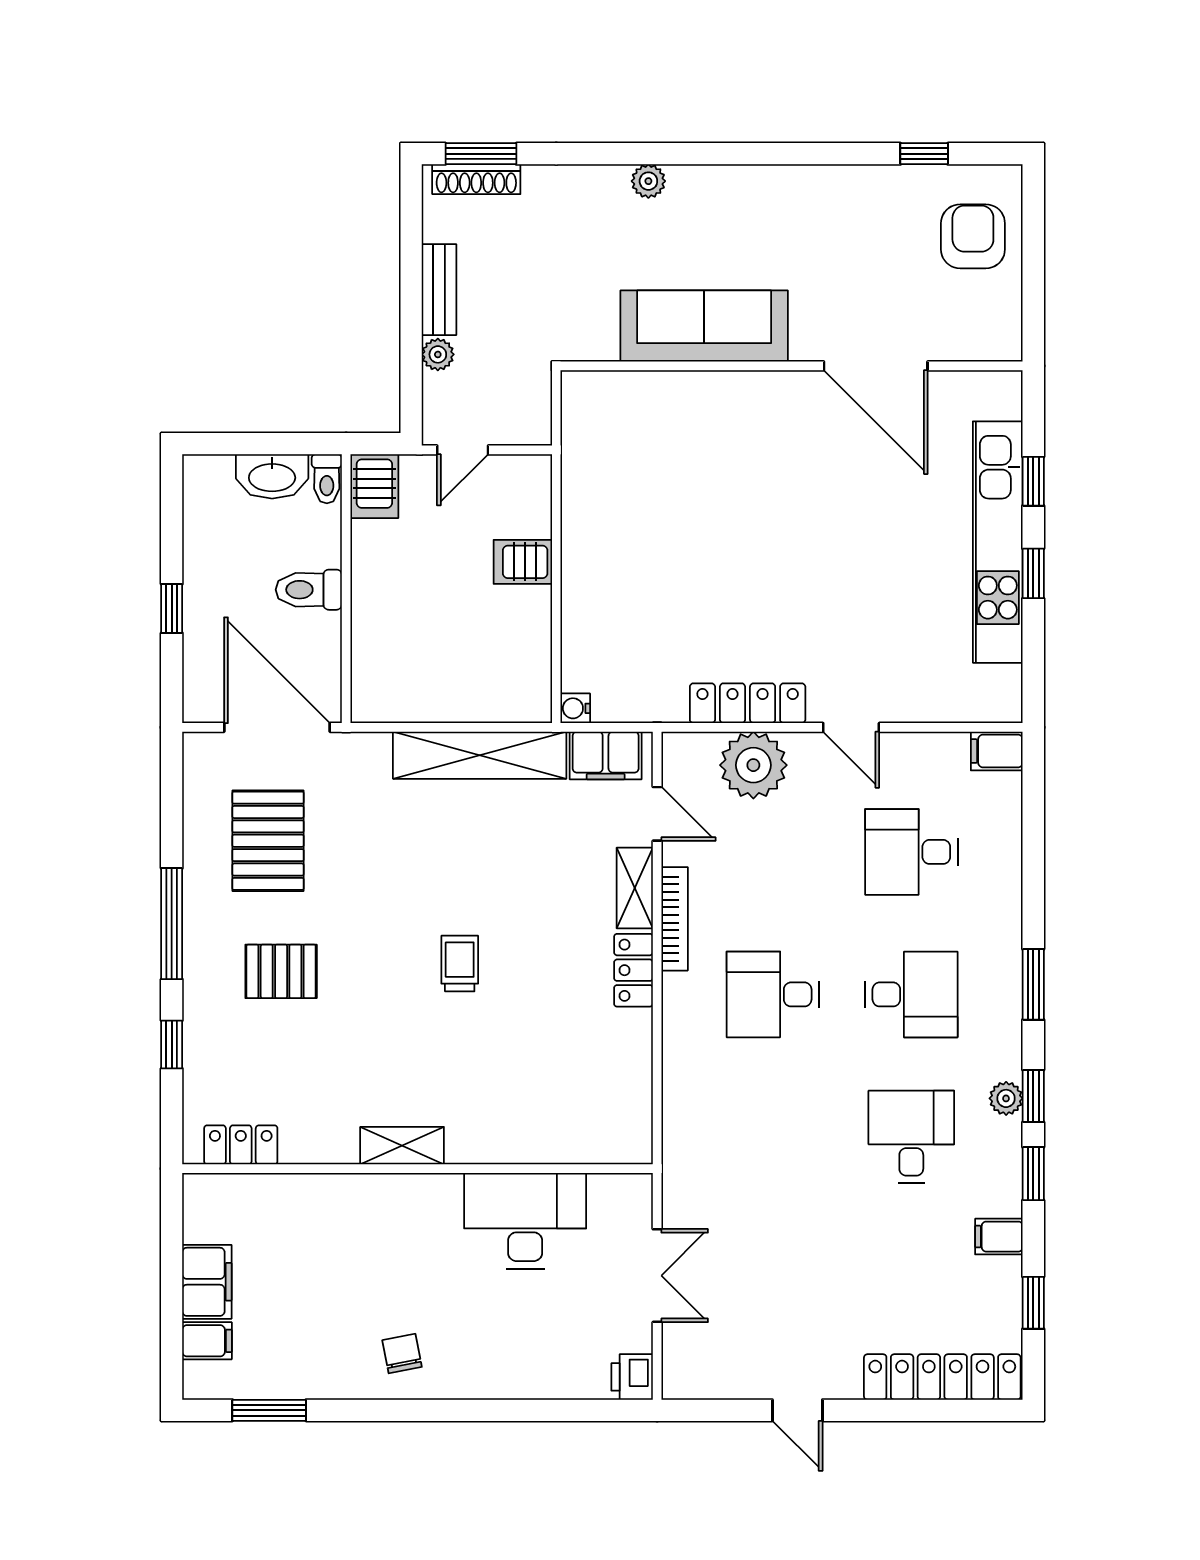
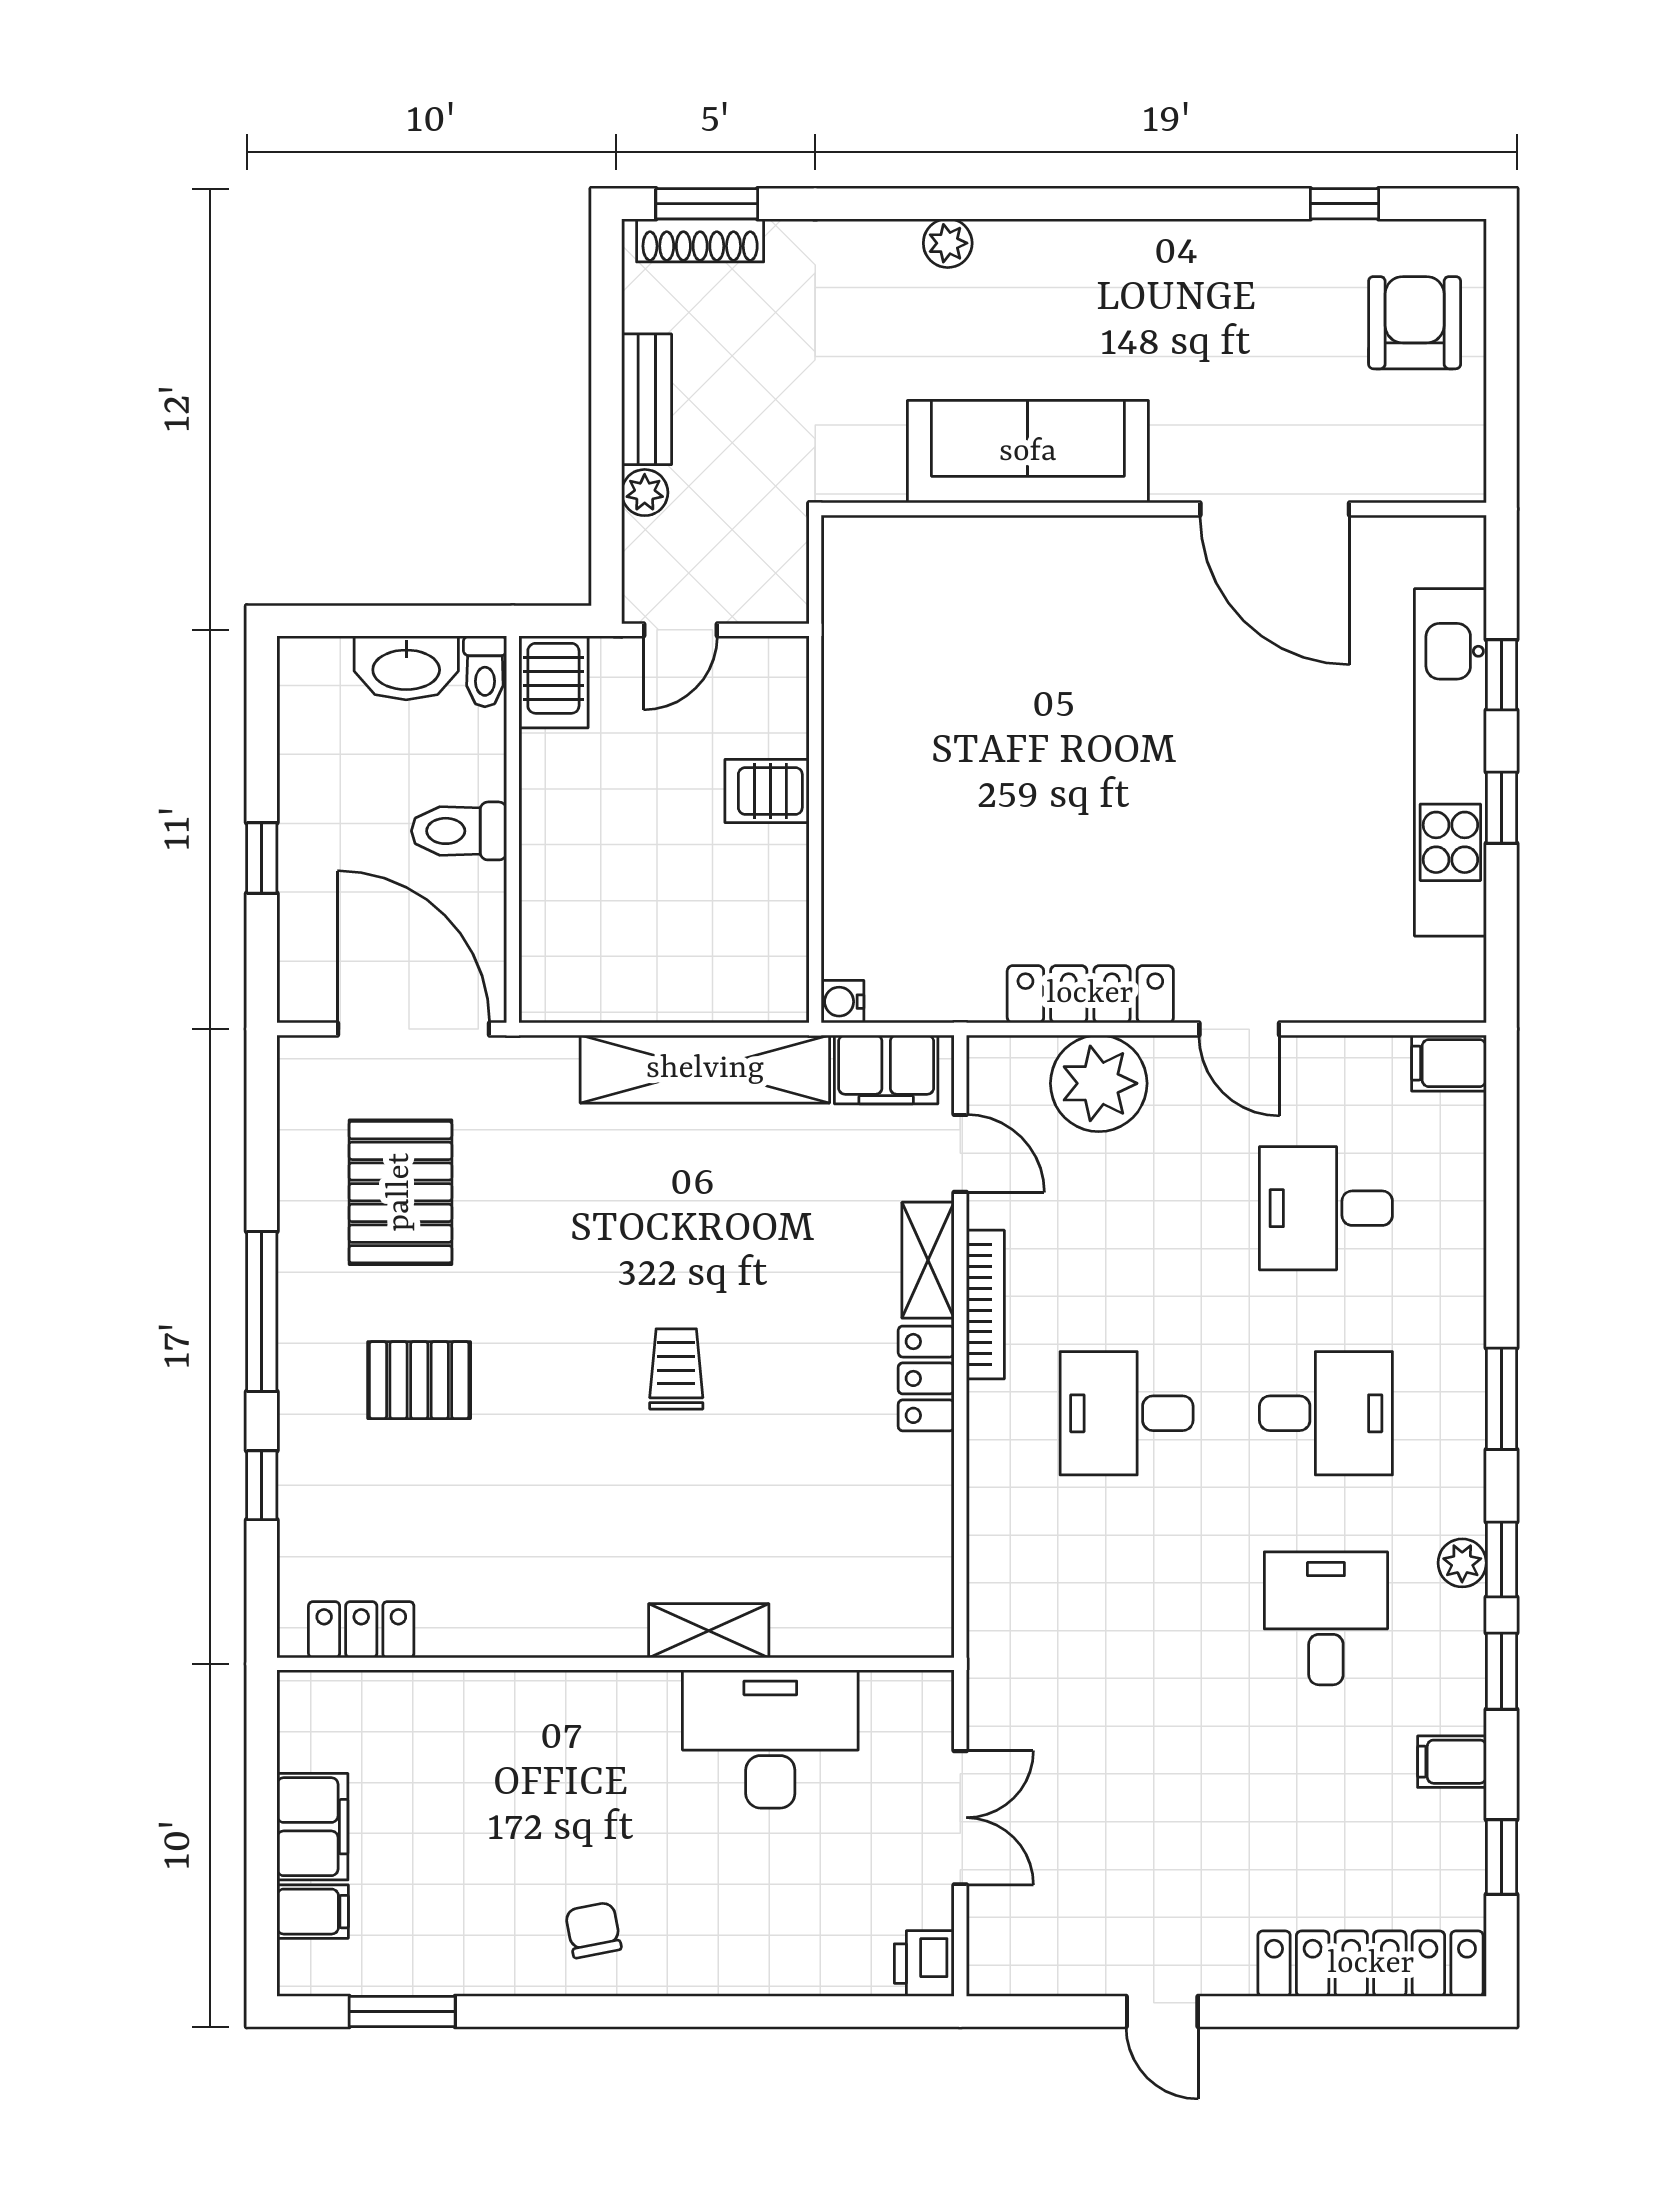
shelving: (402, 1146) -> (709, 1631), moved

